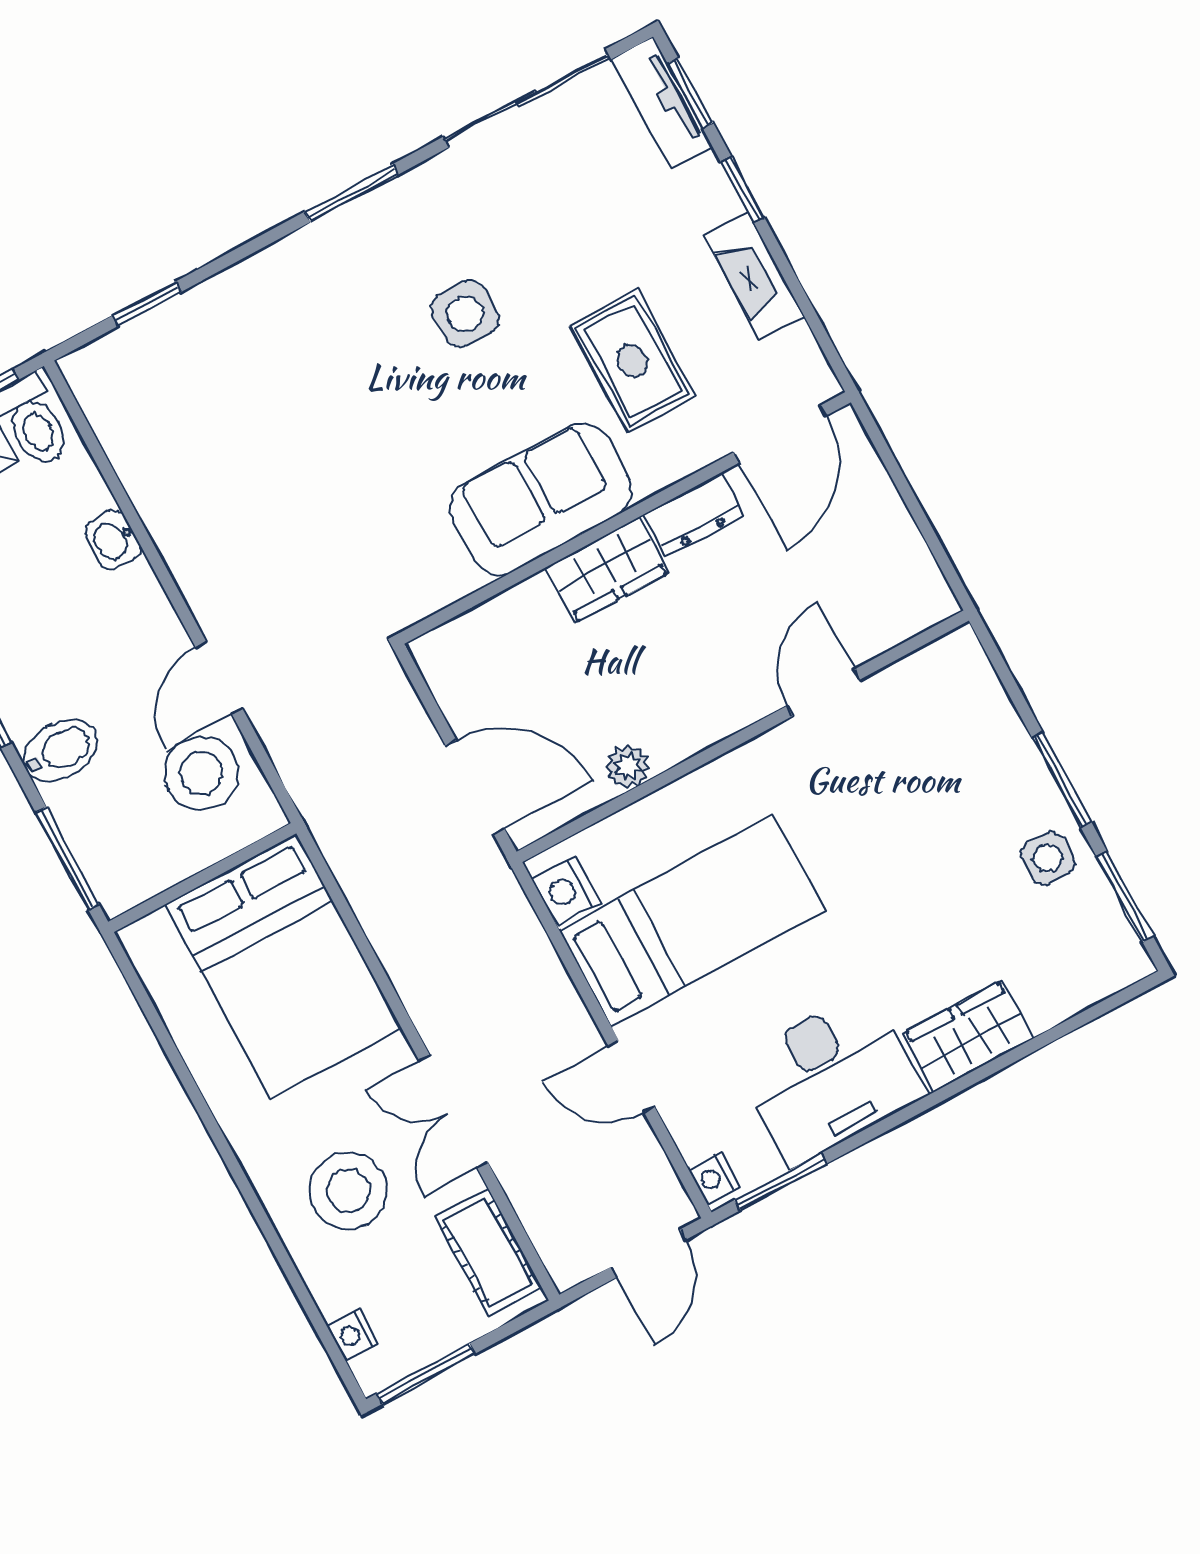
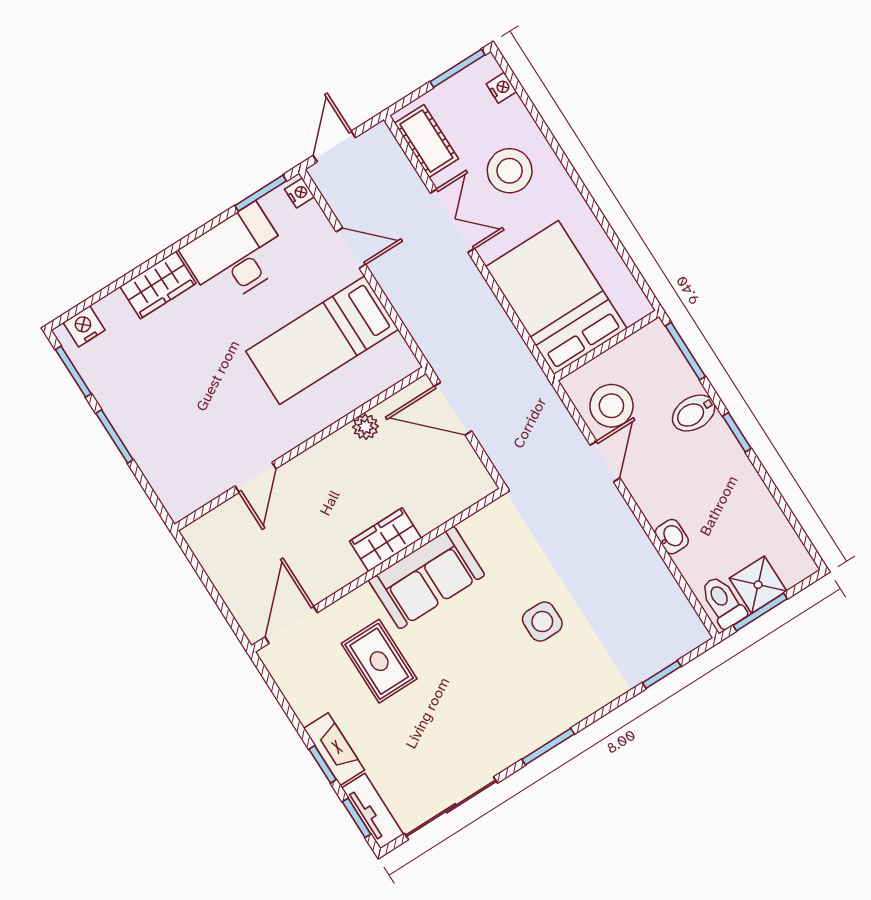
fireplace: (754, 276) -> (334, 749), moved
side table: (465, 314) -> (542, 622), moved
dresser: (694, 515) -> (338, 575), removed
side table: (1048, 858) -> (119, 391), removed
nightstand: (566, 891) -> (84, 326), moved, turned -90

